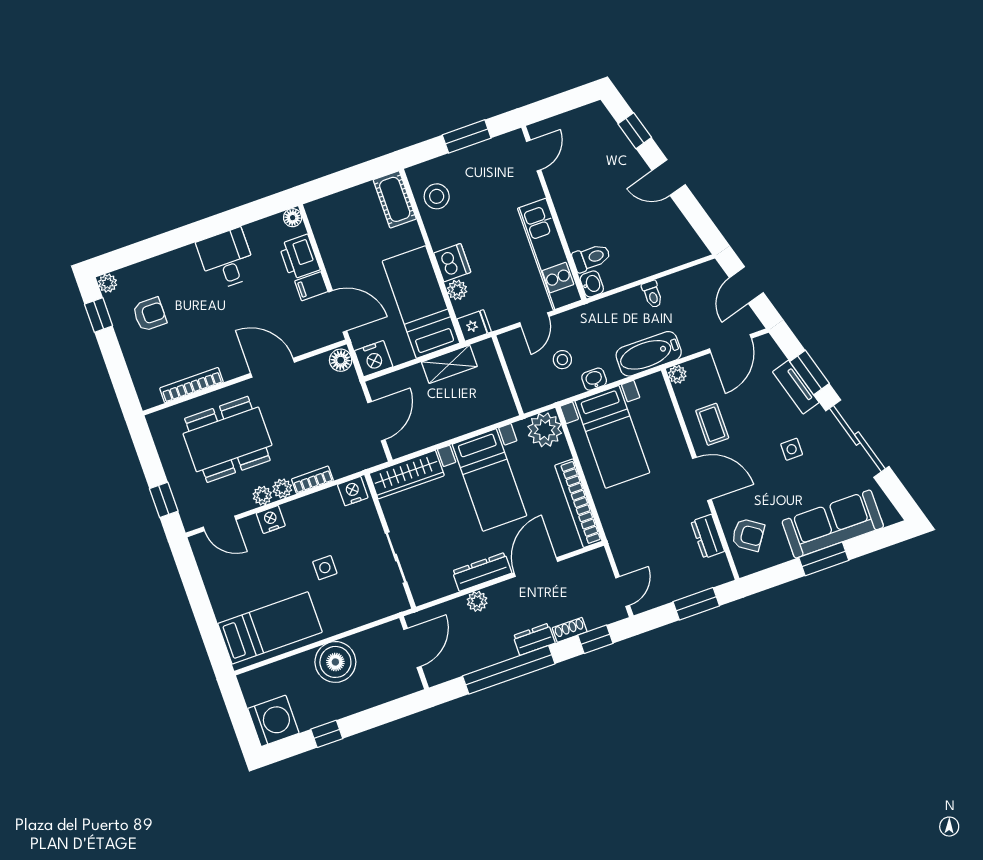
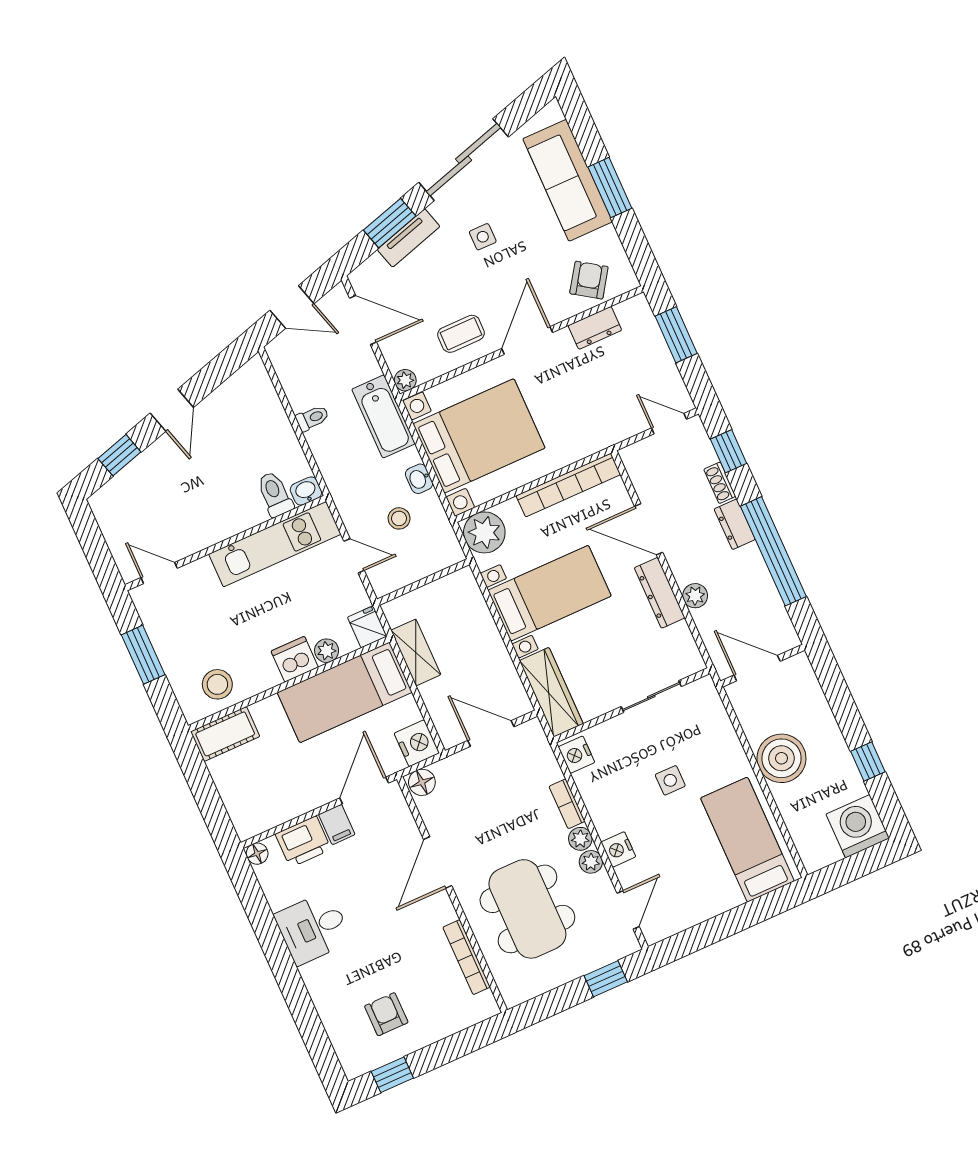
plant: (108, 283) -> (354, 1067), removed
bed with nightstands: (612, 437) -> (479, 436), width x1.36

